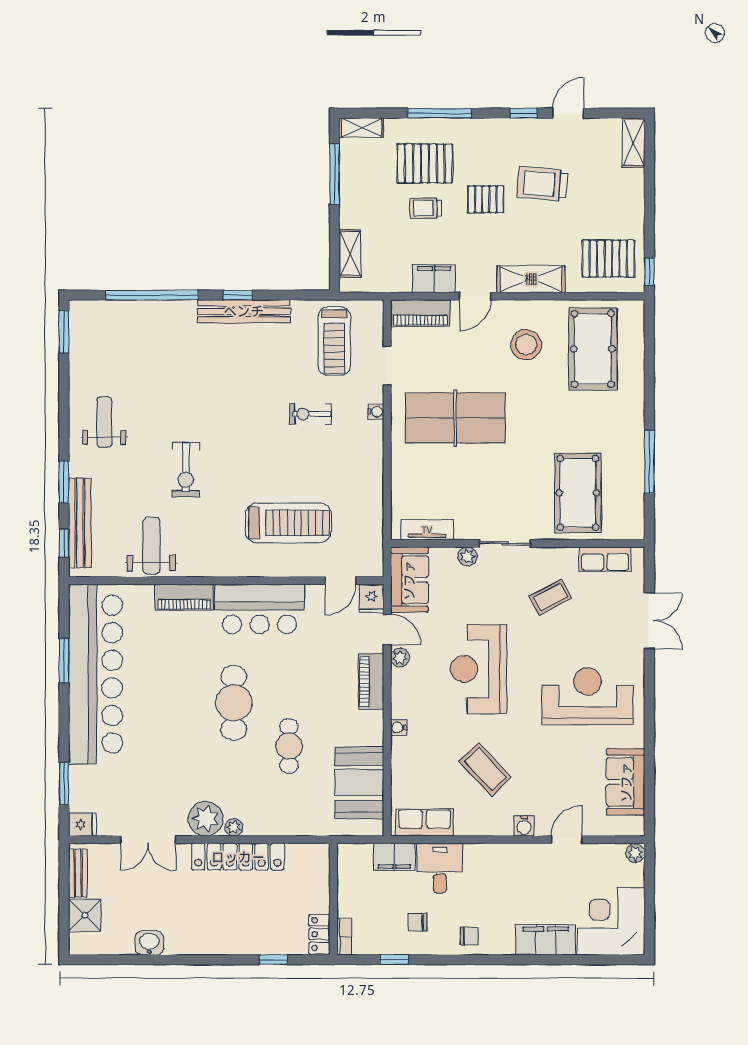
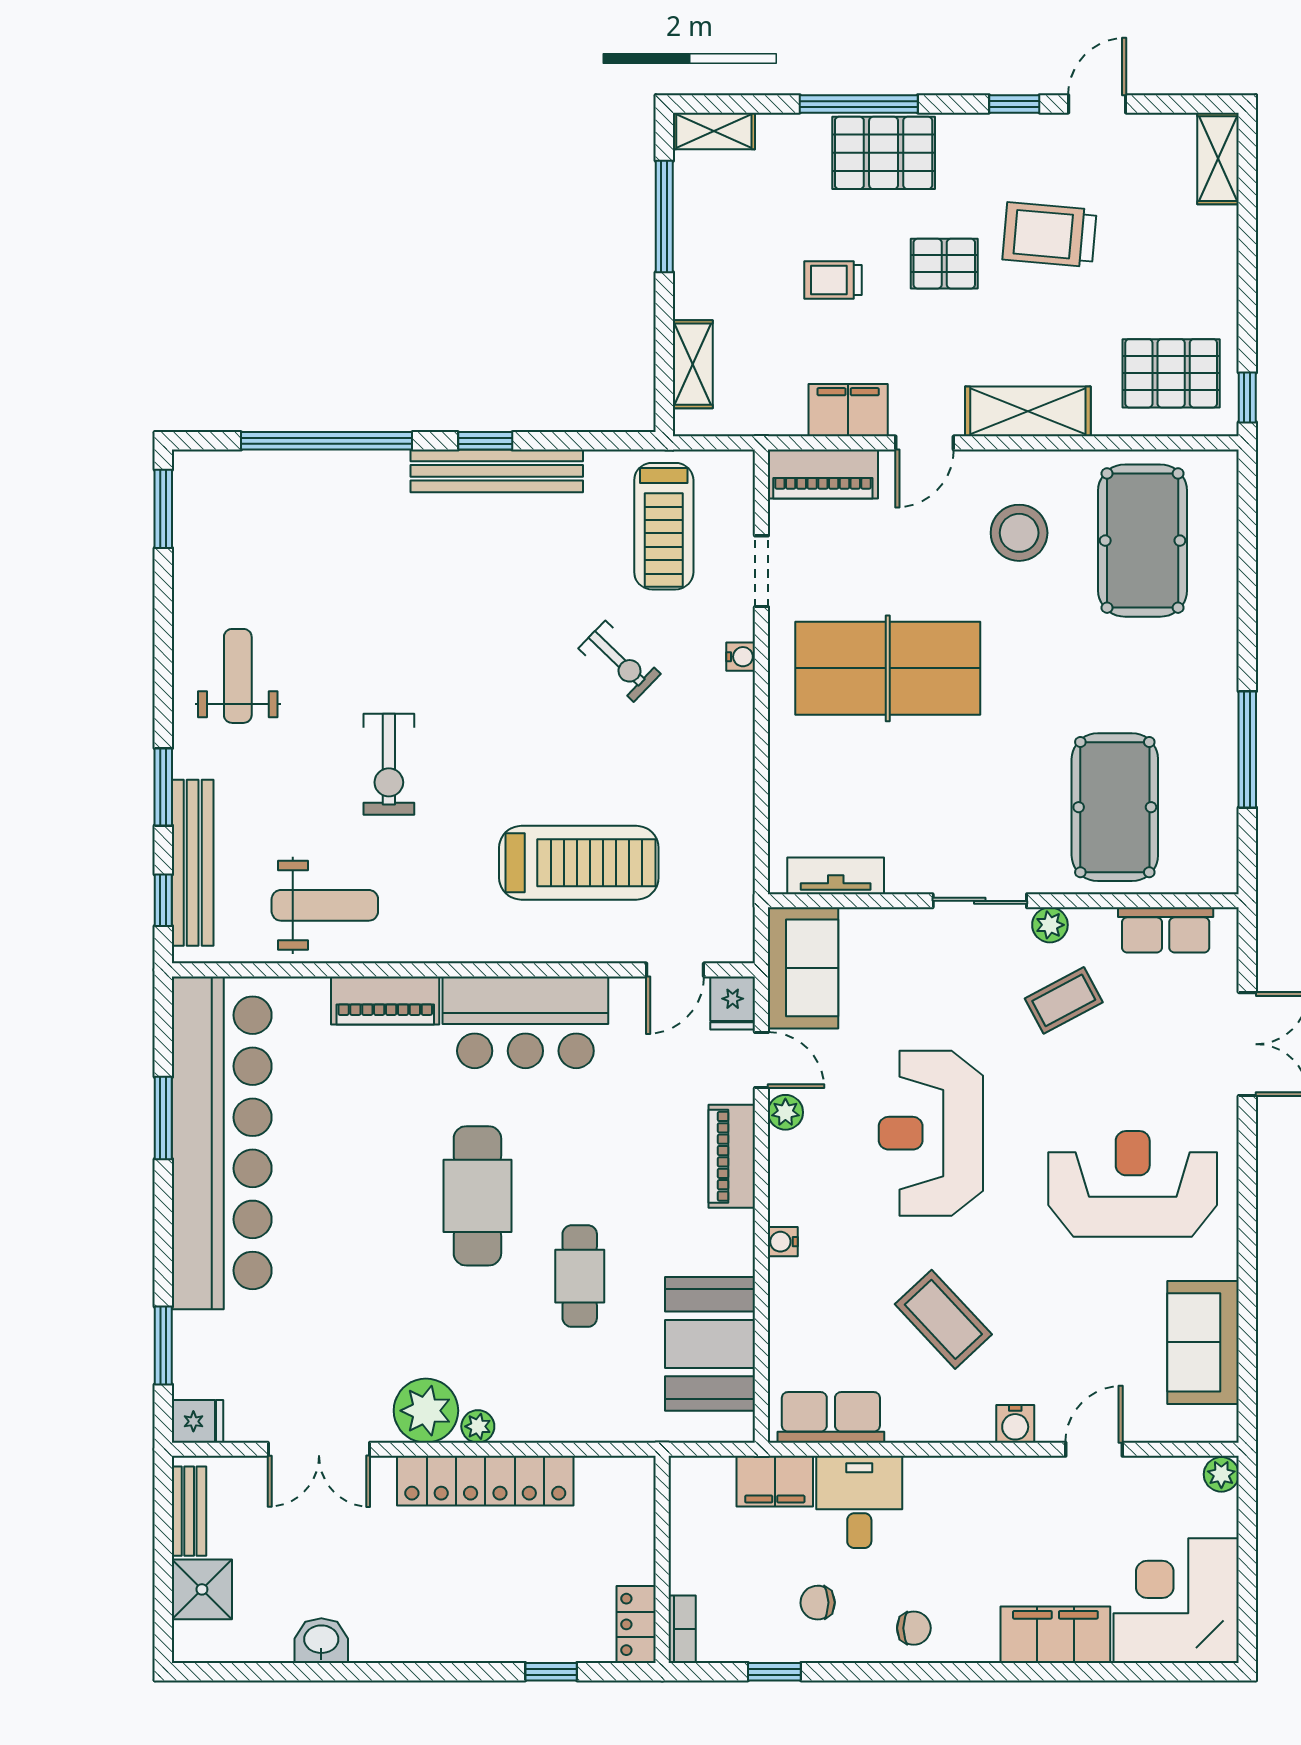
pallet: (425, 163) -> (884, 153), moved
exercise bike: (310, 414) -> (620, 661), turned -136
weight bench: (151, 546) -> (325, 905), turned 90
plant: (467, 556) -> (1050, 925), moved

